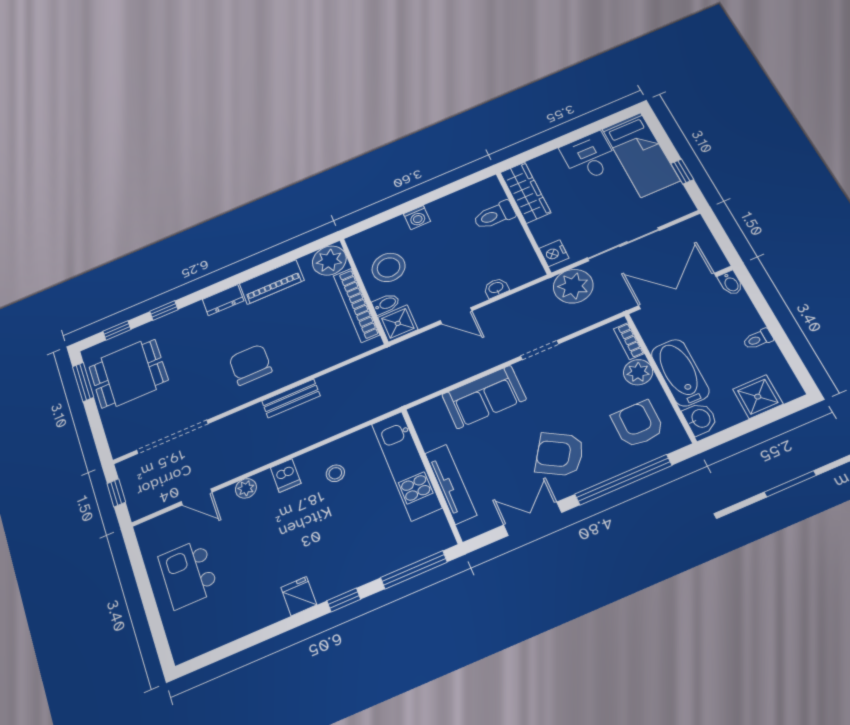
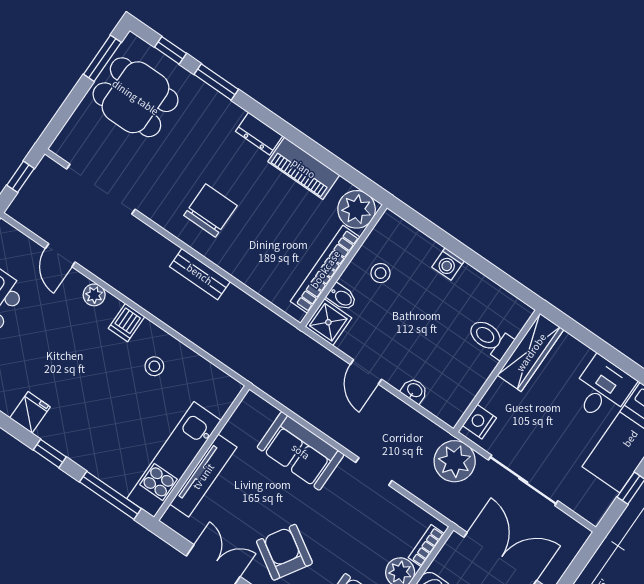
stool: (389, 267) -> (380, 273), width x0.53, depth x0.53
window: (164, 310) -> (216, 82), width x1.50
kitchen unit: (406, 465) -> (174, 460), moved

